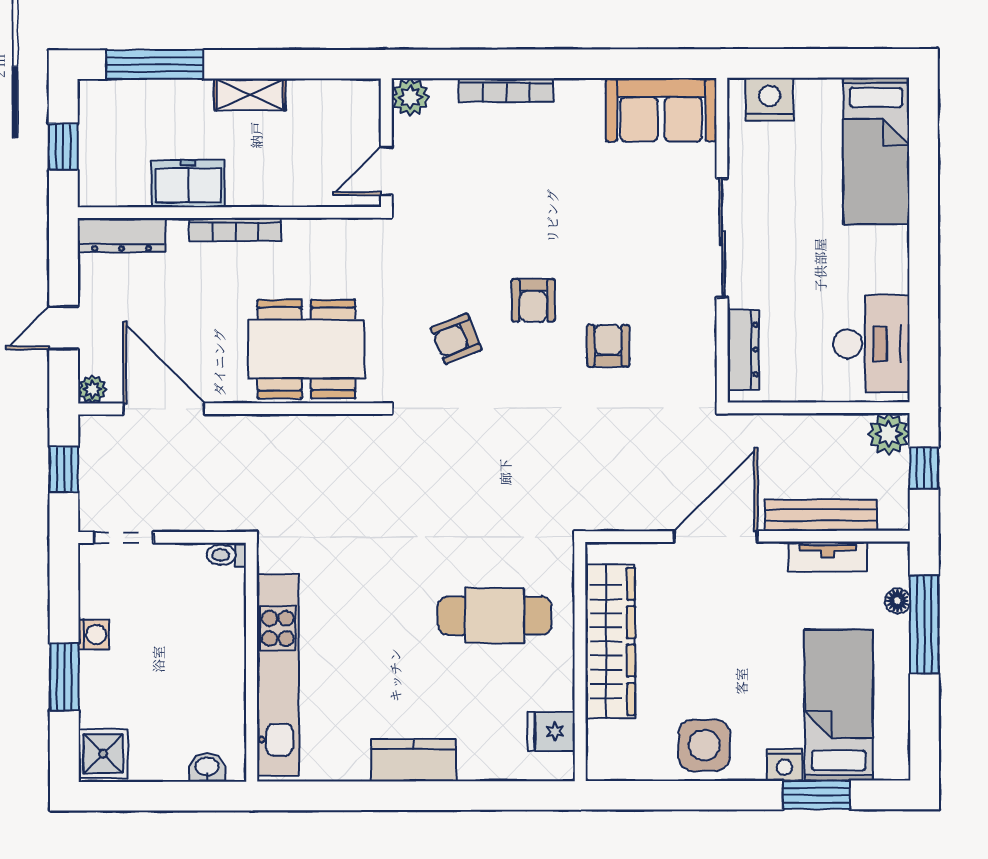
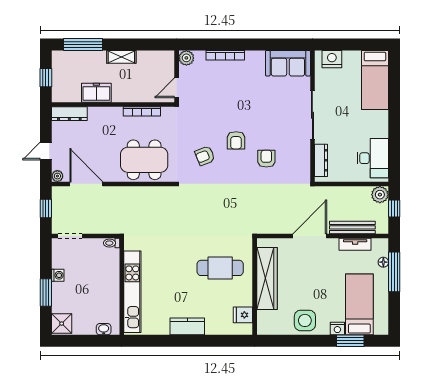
bookcase: (235, 230) -> (142, 111), moved

